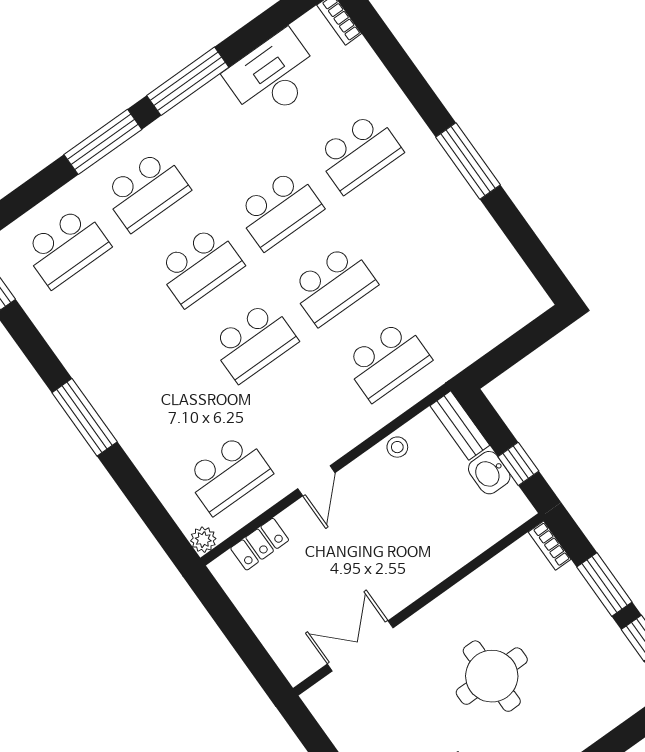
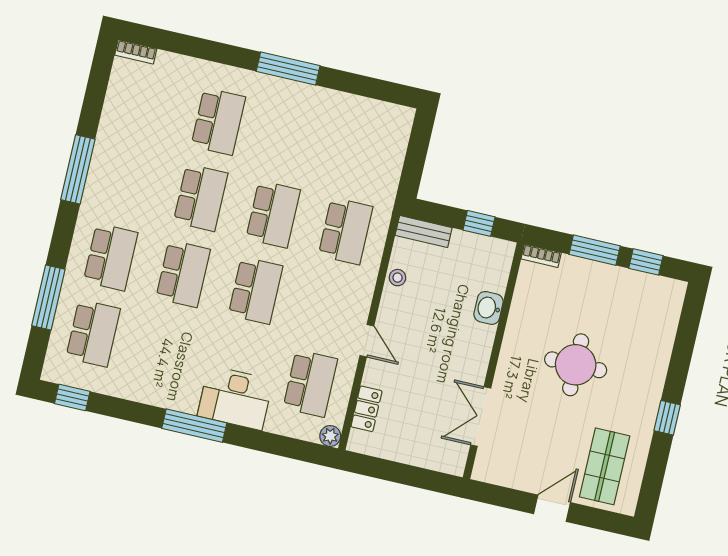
desk: (273, 76) -> (235, 398), moved, turned -90
window: (103, 142) -> (48, 297), moved
washbasin: (489, 473) -> (489, 308), moved, turned 90

